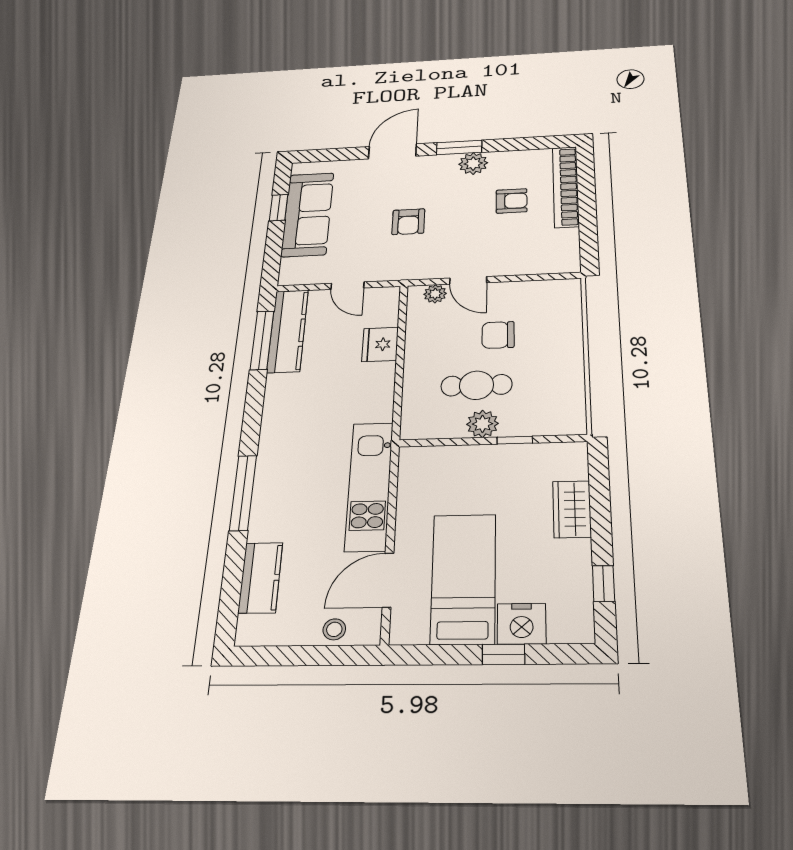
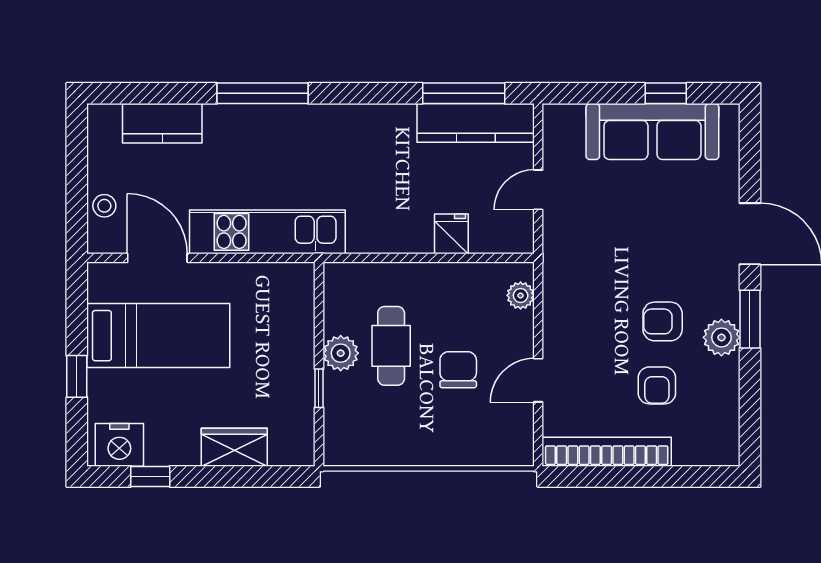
bookcase: (566, 187) -> (607, 452), moved
armchair: (408, 222) -> (663, 321), moved
door: (468, 280) -> (538, 380), moved
fridge: (380, 344) -> (451, 234), width x0.72
nightstand: (522, 624) -> (119, 445), moved, turned -90

